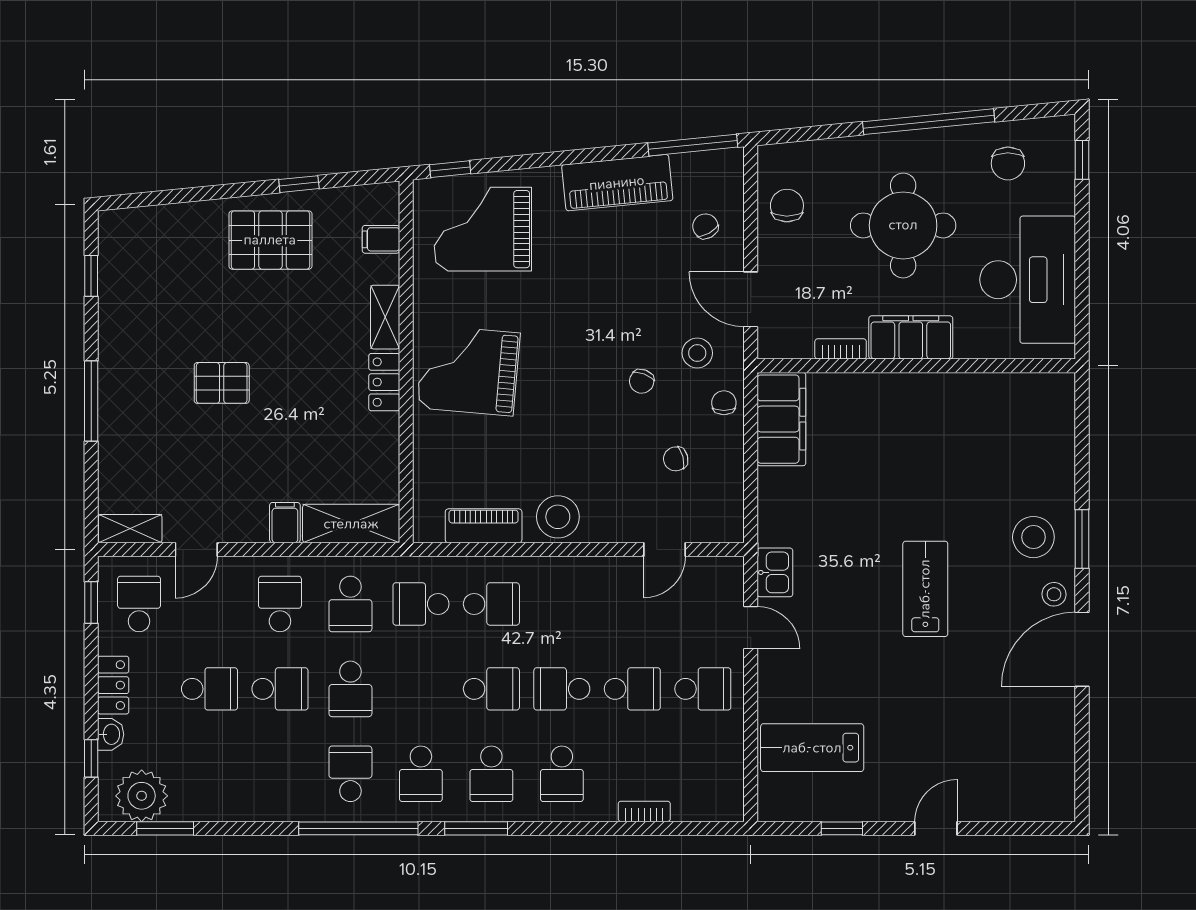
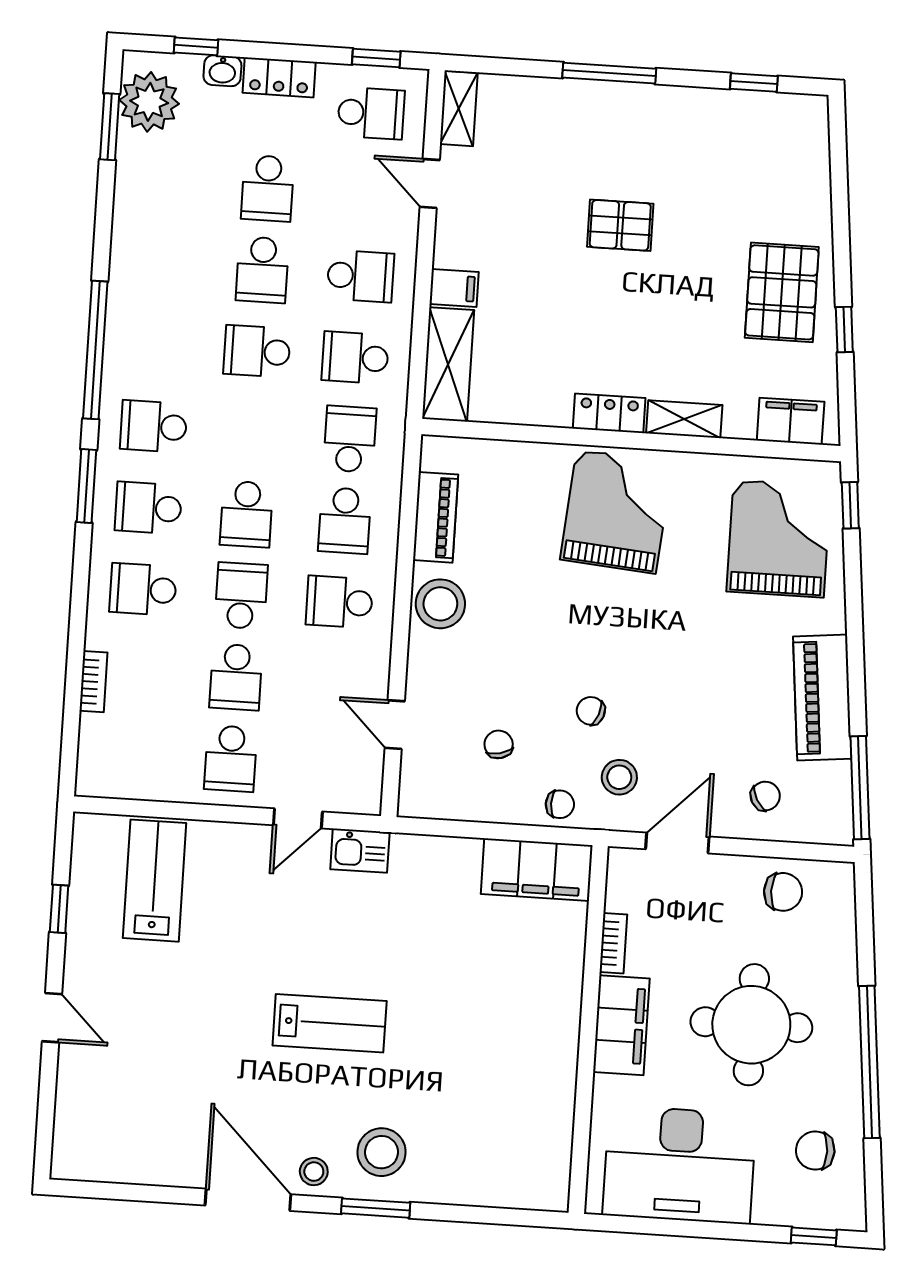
filing cabinet: (381, 239) -> (791, 421), width x2.00
pallet: (222, 383) -> (620, 225), turned 90
school desk: (350, 774) -> (339, 602), moved, turned 180

